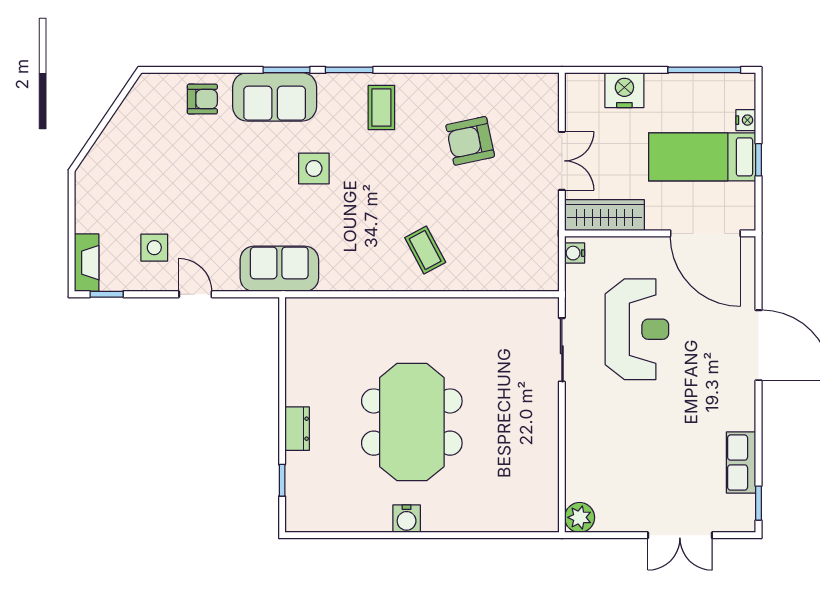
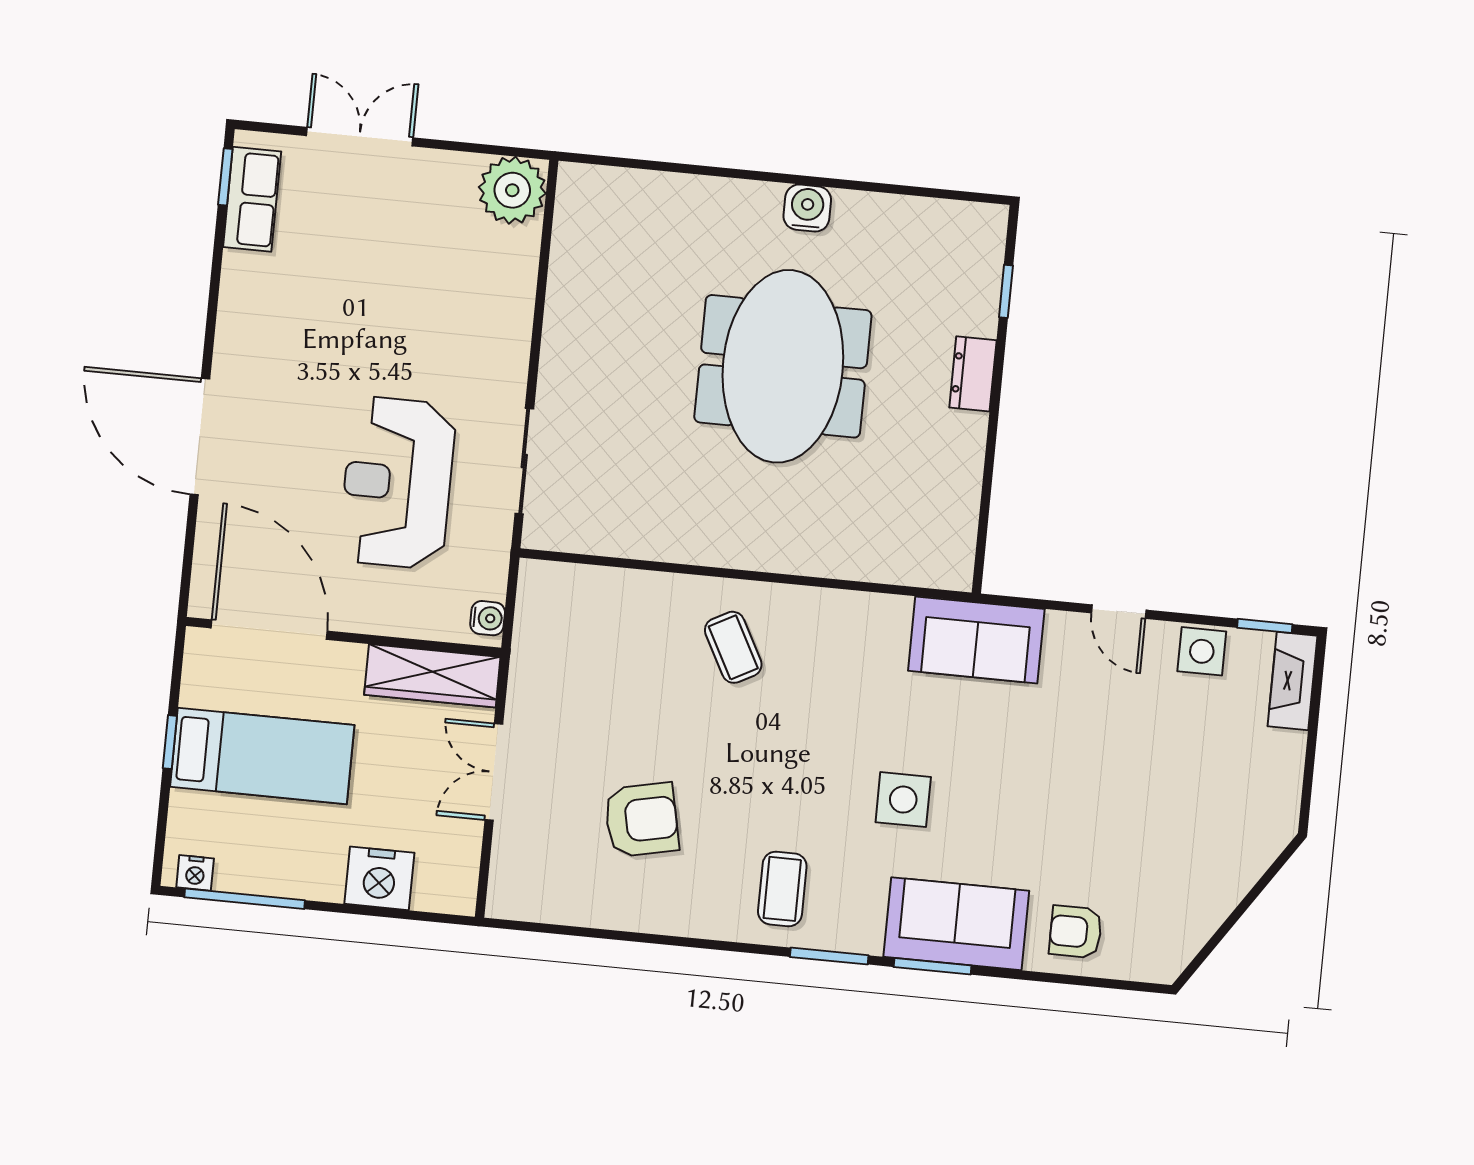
nightstand: (746, 120) -> (195, 873), moved, turned -90
side table: (154, 248) -> (1202, 651), moved
row of seats: (741, 463) -> (252, 199), moved
plant: (580, 517) -> (512, 190), width x1.36, depth x1.36

